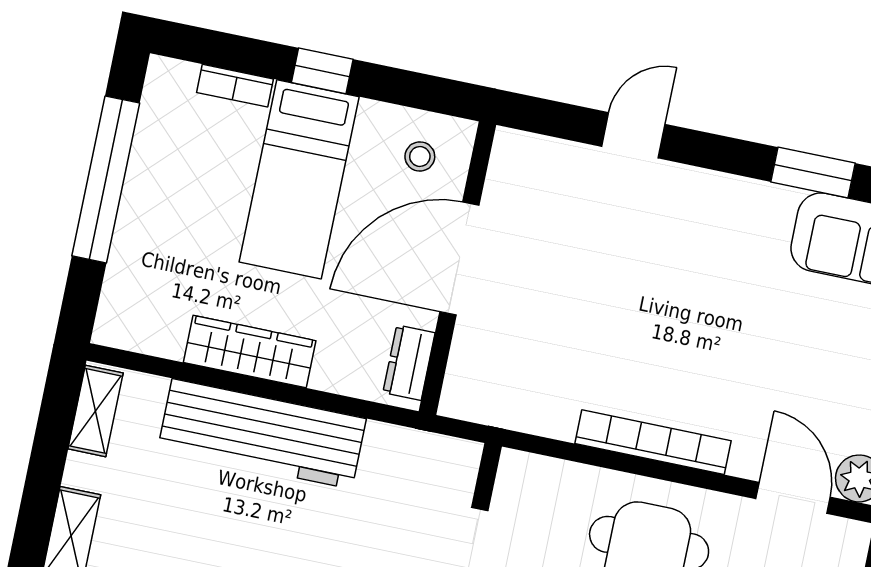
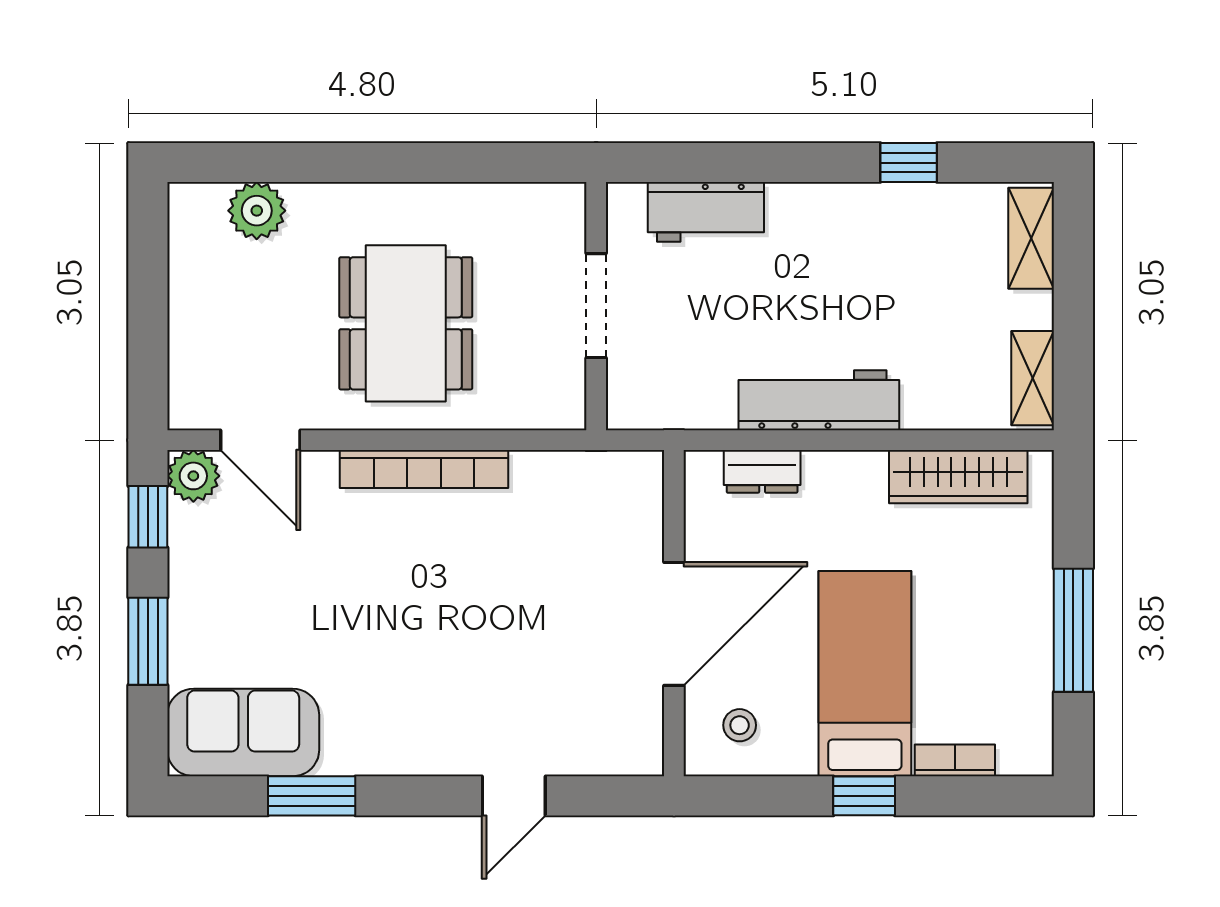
window: (106, 179) -> (1073, 630), width x0.68
wardrobe: (250, 352) -> (958, 477), moved
dresser: (409, 363) -> (762, 471), moved, turned 90
workbench: (262, 434) -> (819, 400), width x0.73, depth x0.76

